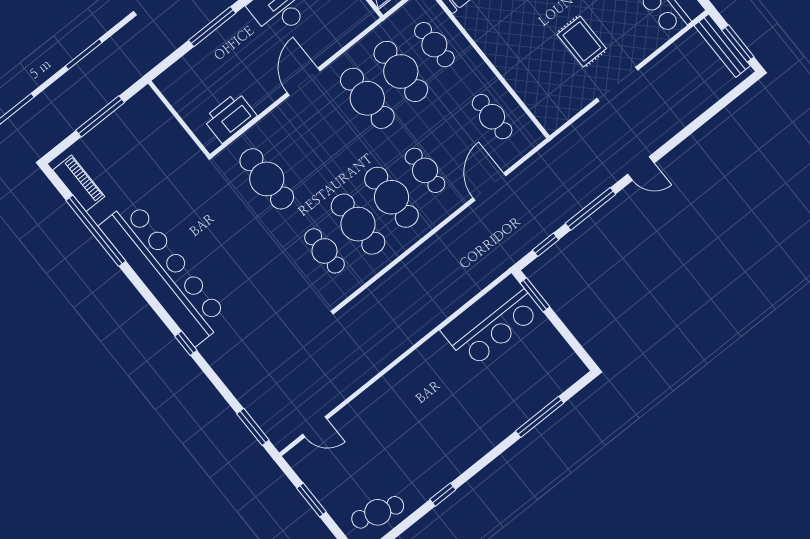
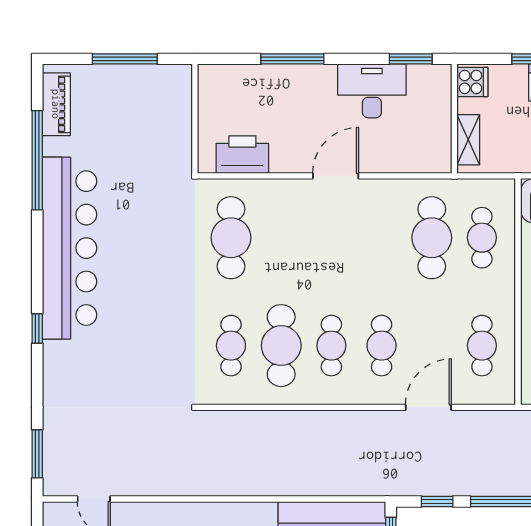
cafe table: (367, 98) -> (382, 238), removed
cafe table: (392, 197) -> (331, 346), width x0.73, depth x0.74

